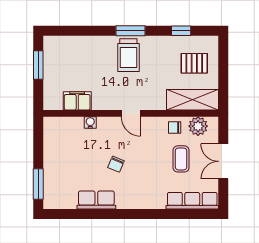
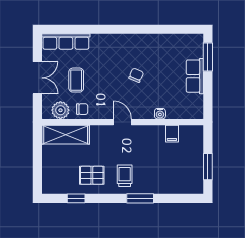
window: (130, 31) -> (140, 198), moved
trolley: (128, 55) -> (125, 176), width x0.73, depth x0.72
pallet: (194, 63) -> (92, 175), moved
filing cabinet: (77, 101) -> (172, 134), width x0.50
row of seats: (96, 200) -> (195, 76), moved, turned 90

